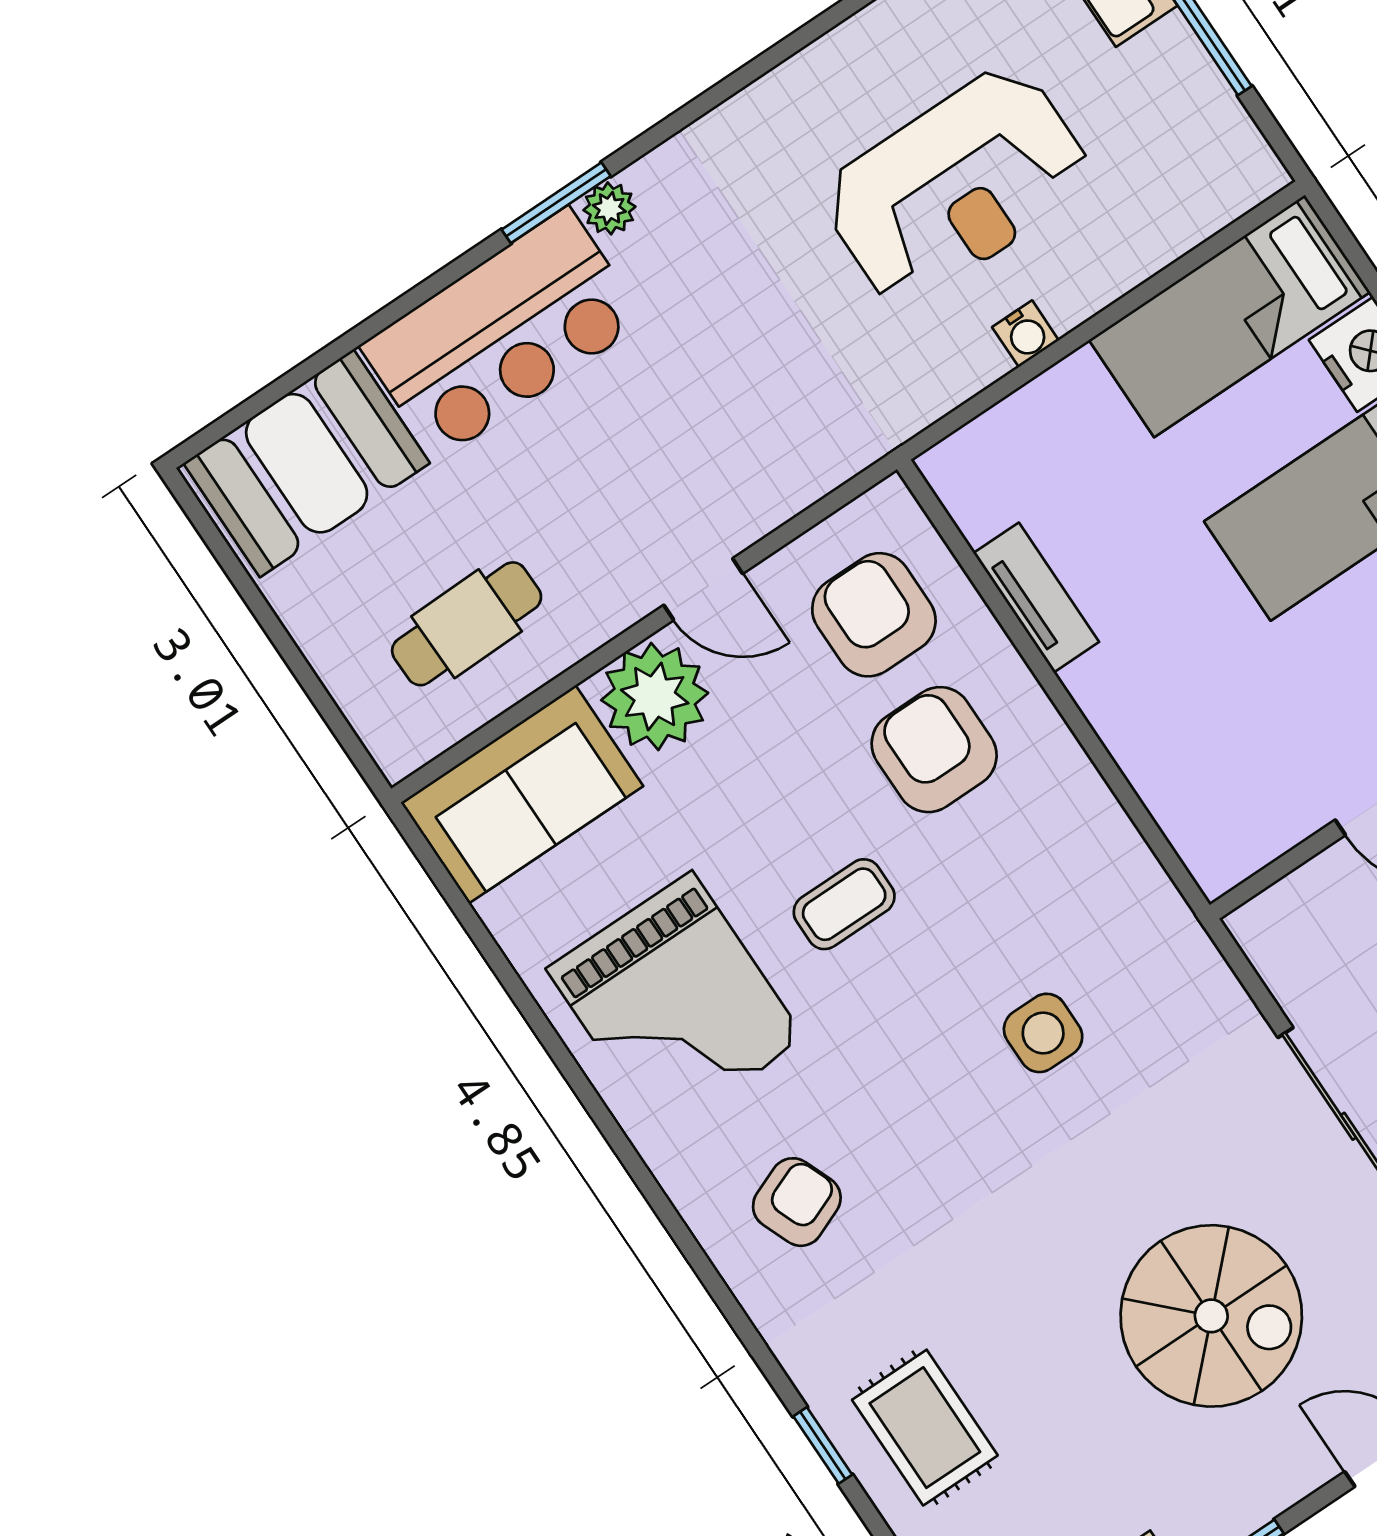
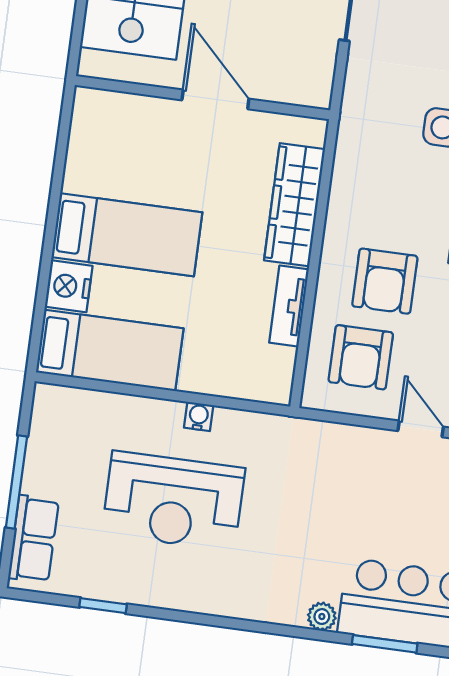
reception desk: (957, 186) -> (173, 501), turned 180
window: (556, 203) -> (385, 644), moved
wardrobe: (1153, 744) -> (295, 205), added

